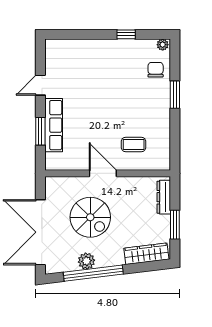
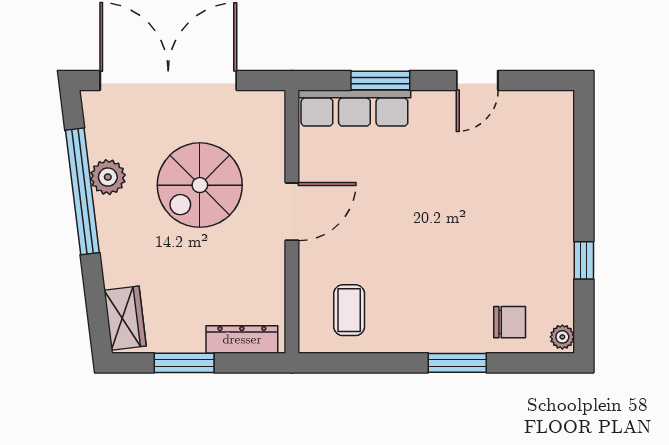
door: (40, 85) -> (477, 80), swing flipped
row of seats: (54, 125) -> (354, 108), moved
coffee table: (134, 144) -> (349, 310), moved
wardrobe: (146, 254) -> (125, 318), width x0.67

